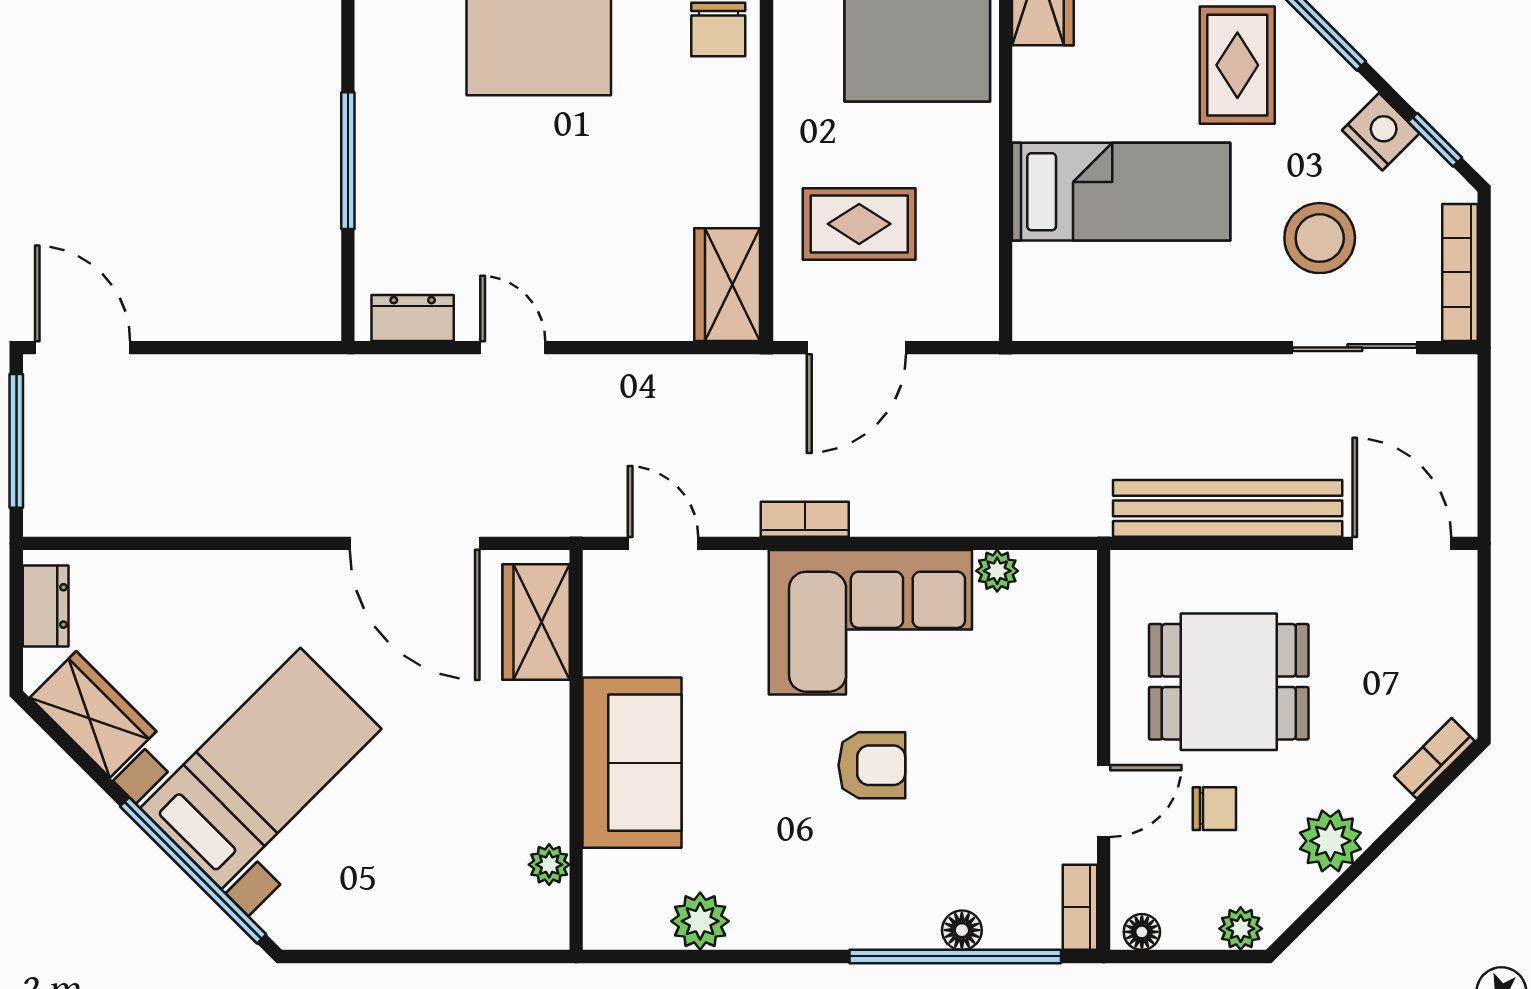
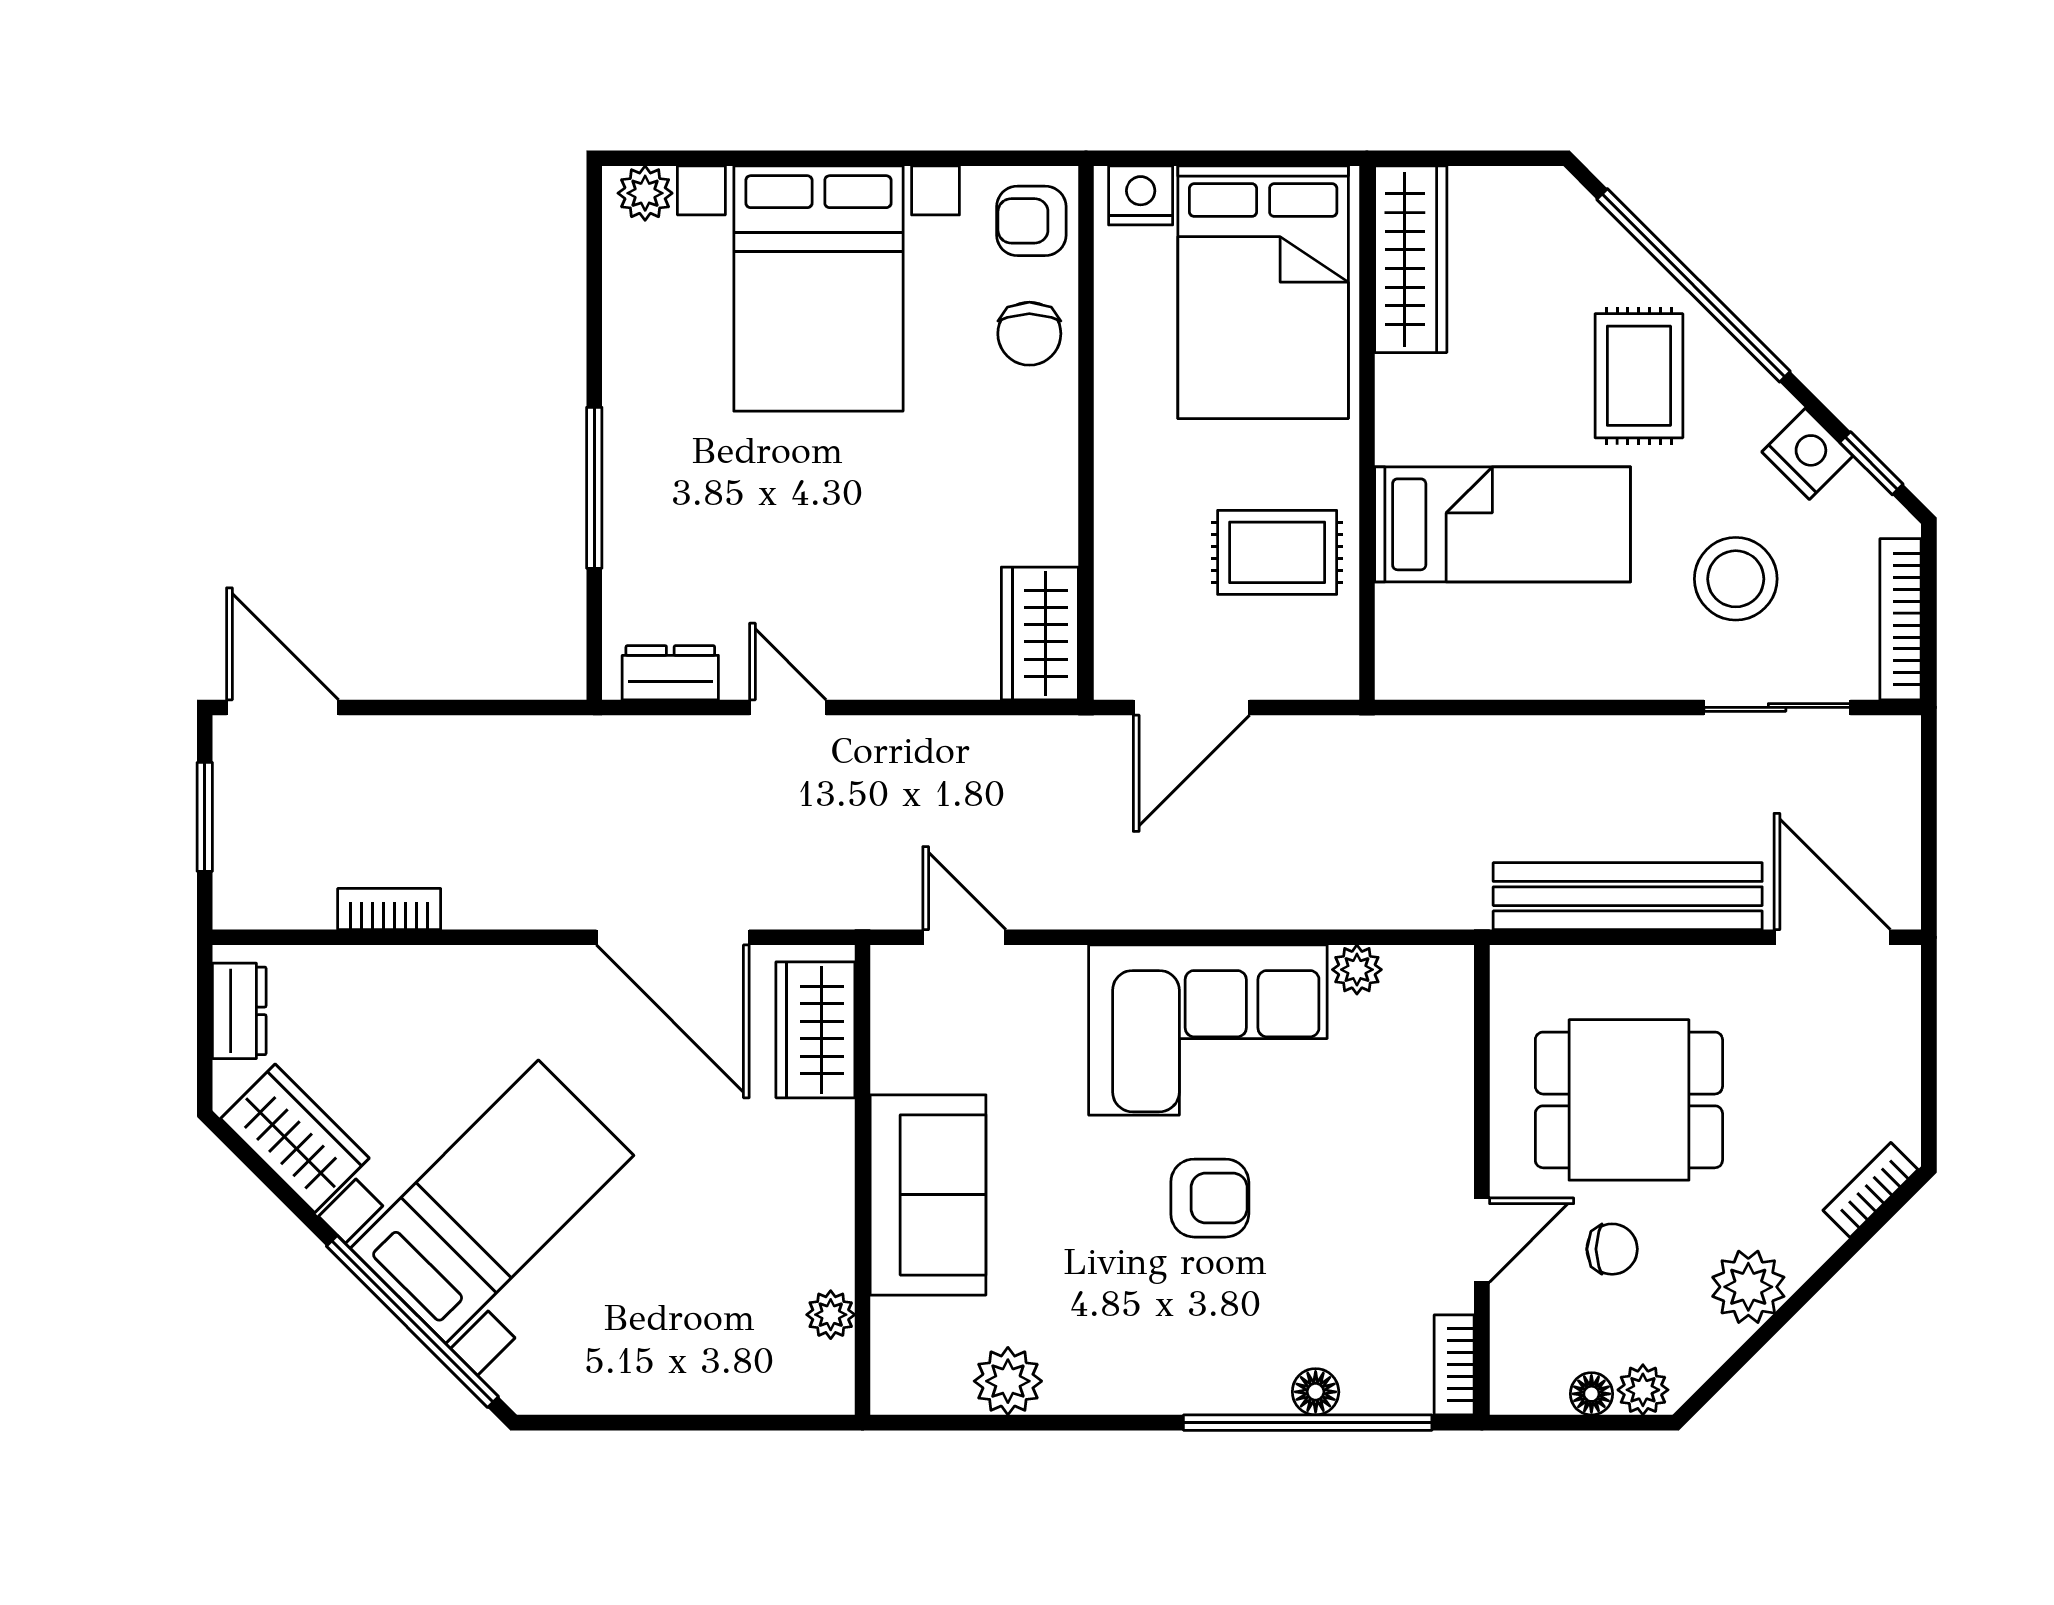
rug: (859, 224) -> (1277, 552), moved
window: (16, 441) -> (205, 817), width x0.69
bookcase: (805, 519) -> (389, 909), moved
floor lamp: (1142, 932) -> (1591, 1394), moved

